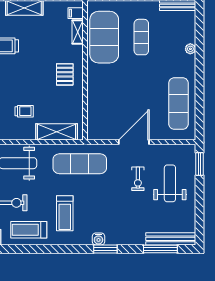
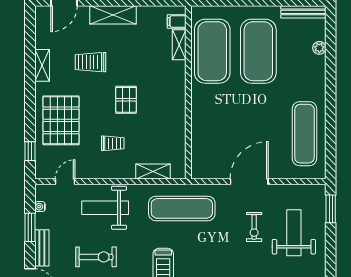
exercise mat: (141, 37) -> (258, 51), width x2.00, depth x1.45
plant: (190, 49) -> (319, 48), moved
pallet: (65, 74) -> (126, 100), moved
shelving: (57, 132) -> (153, 172), width x0.67, depth x0.75

